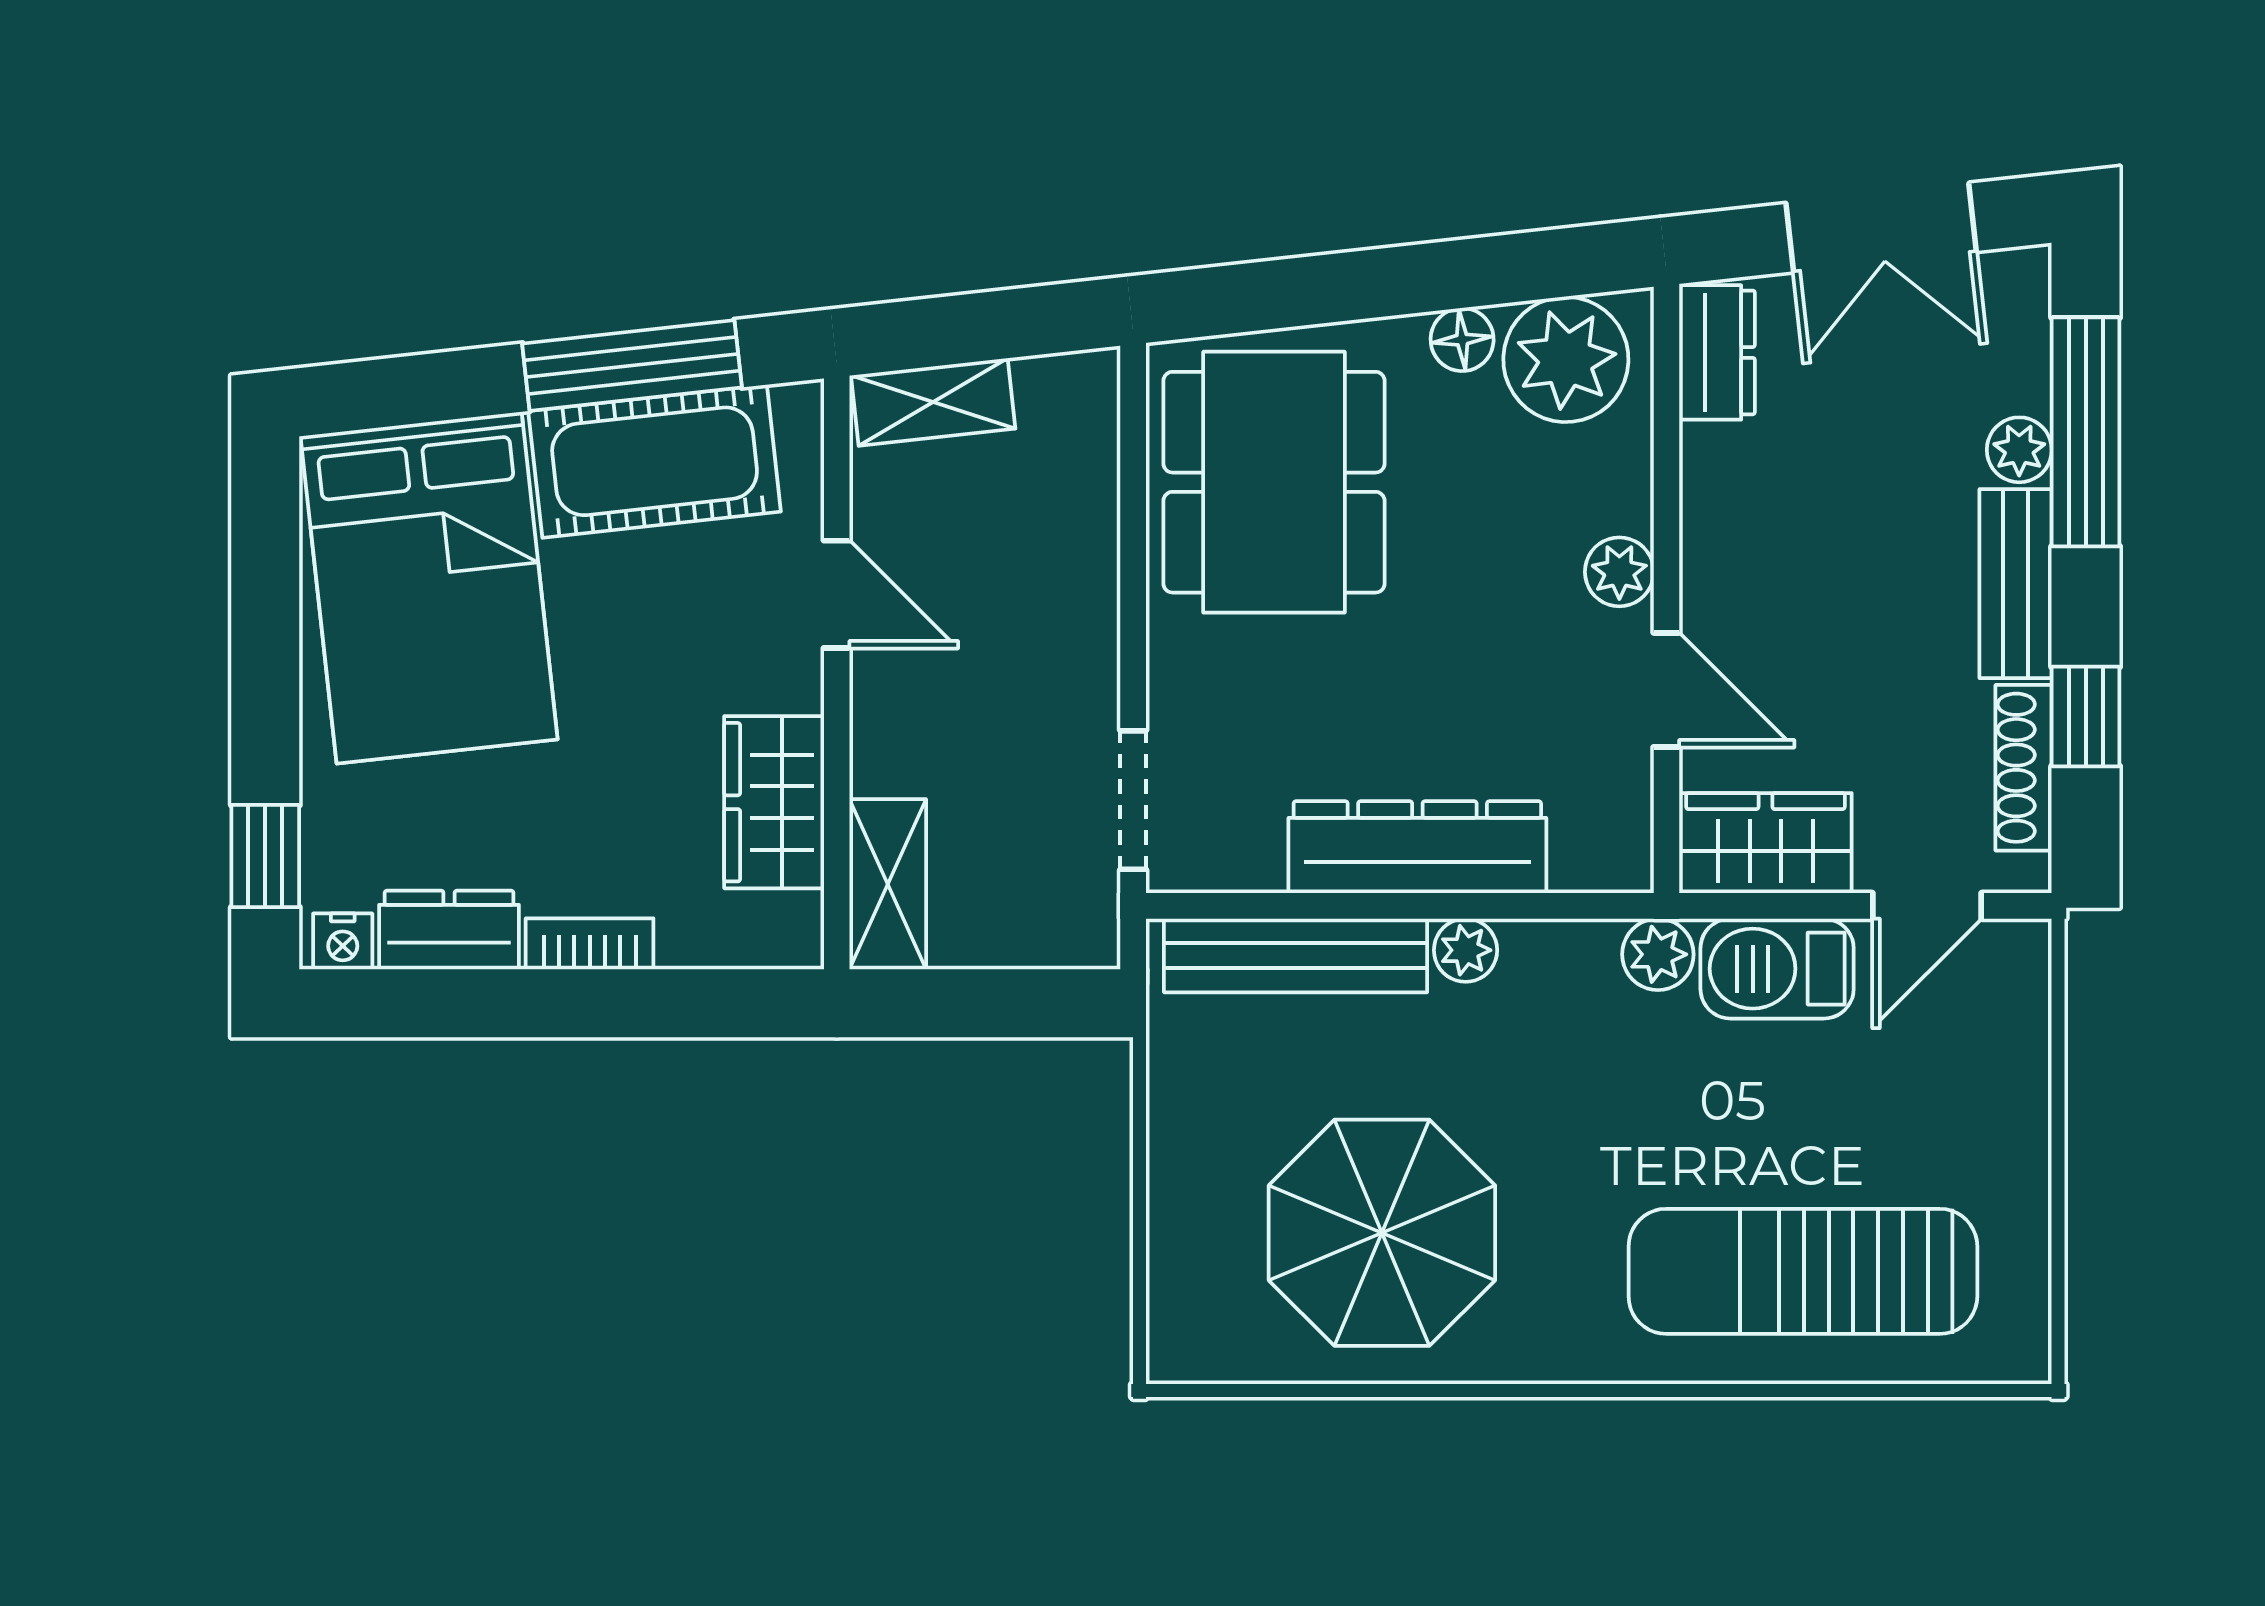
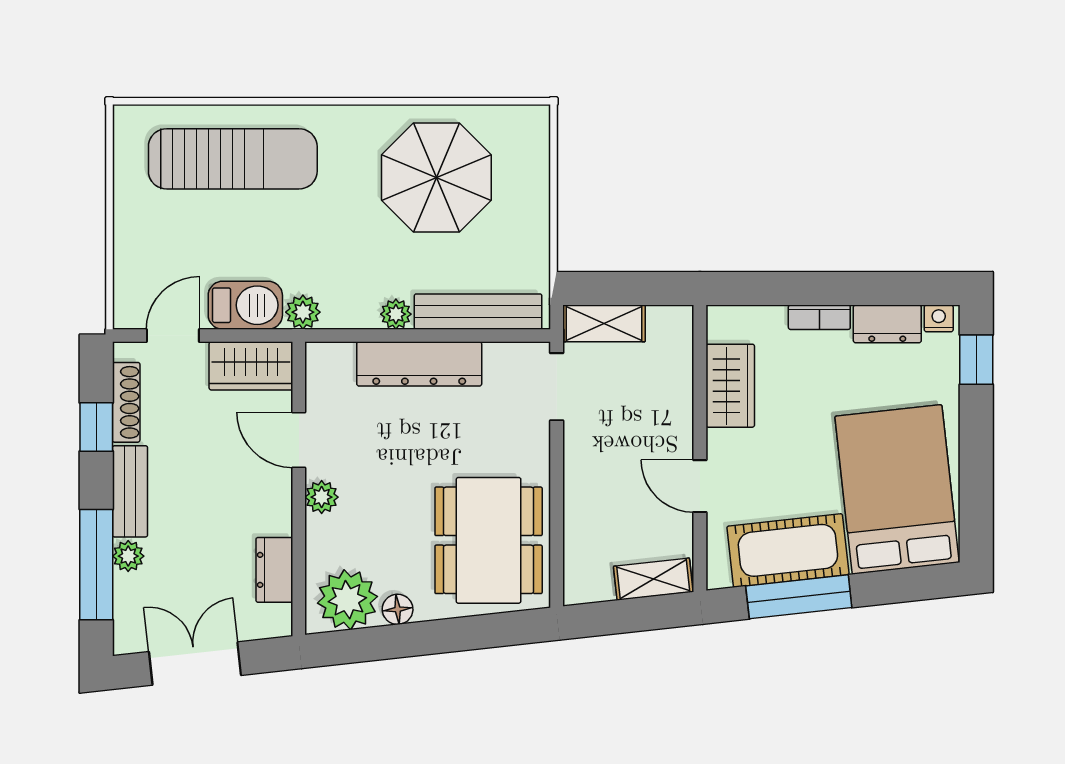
dresser: (1717, 352) -> (274, 570), moved
shelving: (888, 884) -> (604, 323), moved, turned 90

